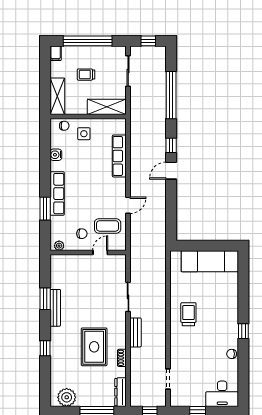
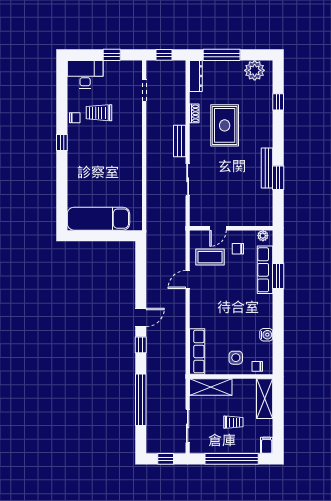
row of seats: (119, 156) -> (197, 352), moved
row of seats: (57, 194) -> (265, 270), moved
trolley: (188, 314) -> (99, 113), moved, turned 90
window: (45, 348) -> (278, 102), moved

